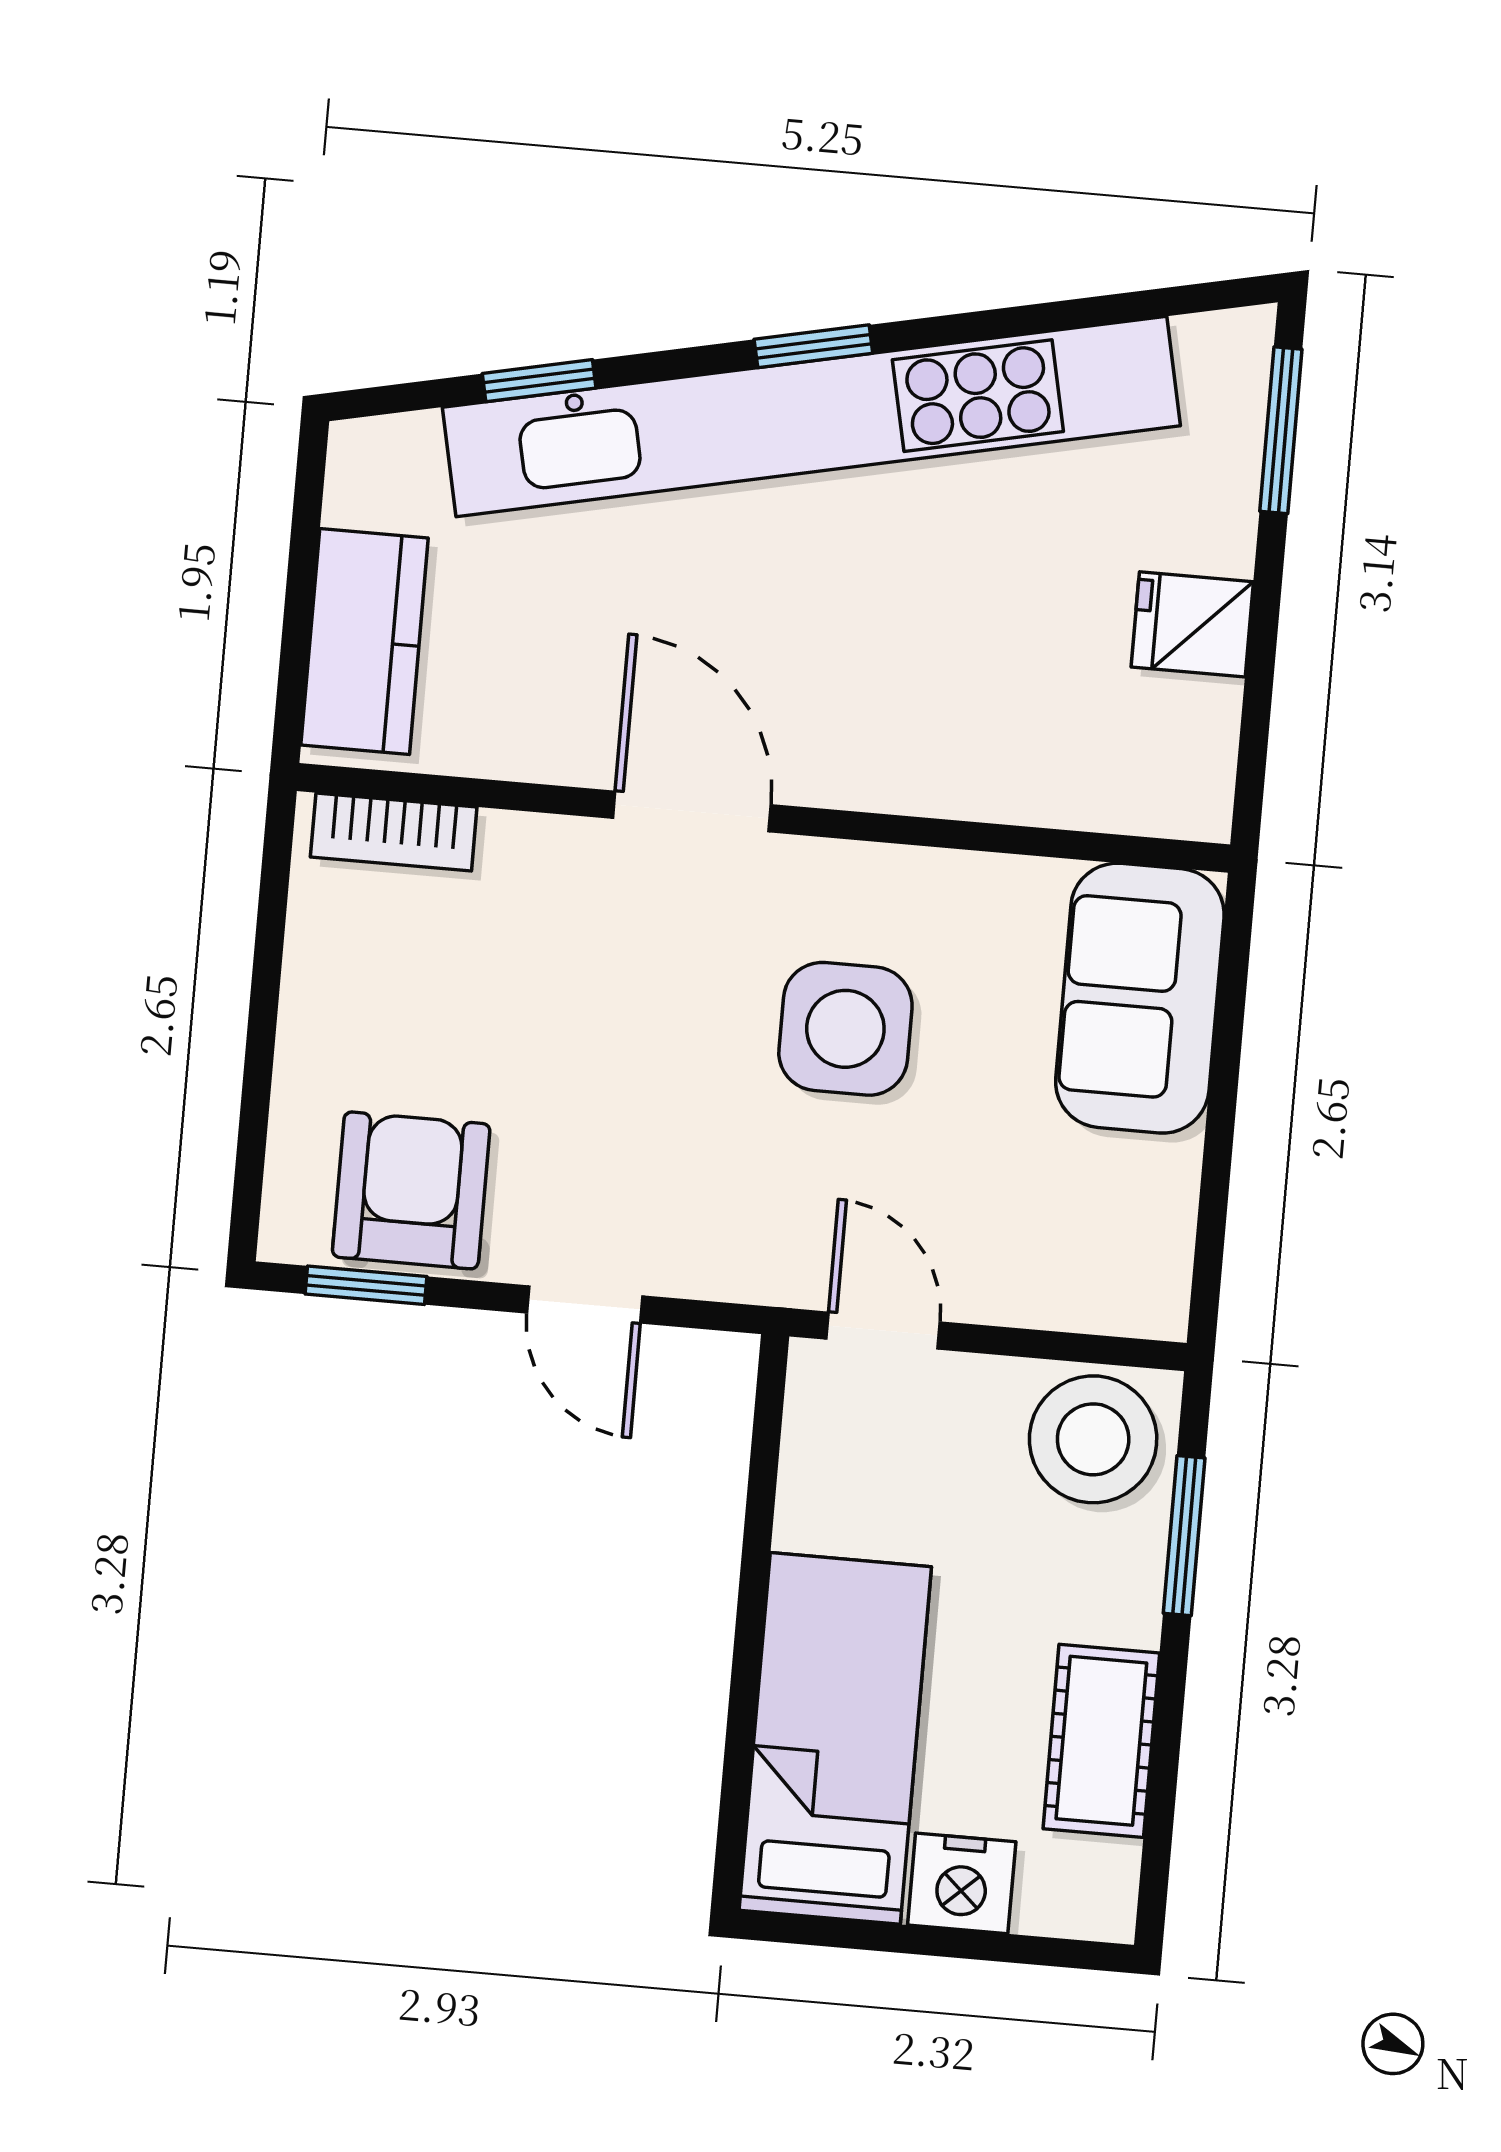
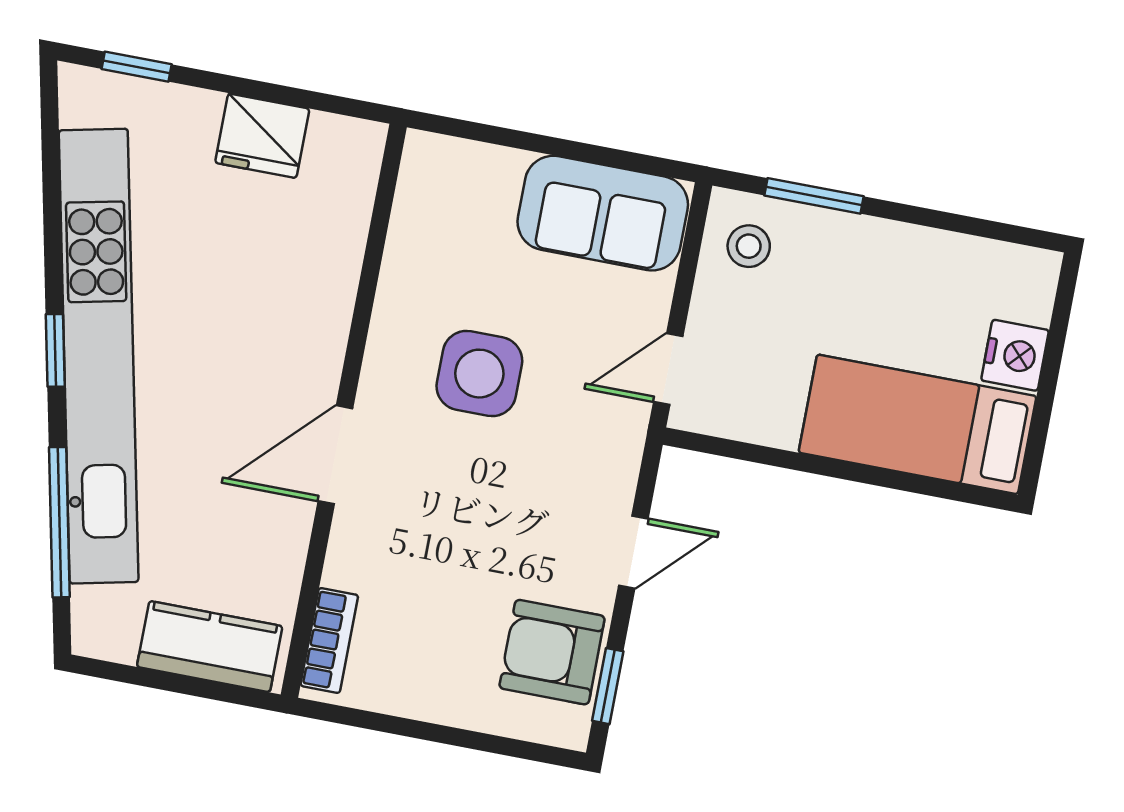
window: (539, 381) -> (59, 522), width x2.17
window: (1281, 430) -> (137, 67), width x0.67
fridge: (1192, 624) -> (262, 136), width x1.38
sofa: (1140, 998) -> (603, 213), moved
stool: (1093, 1439) -> (749, 246), width x0.53, depth x0.53
cot: (1101, 1741) -> (936, 260), removed

